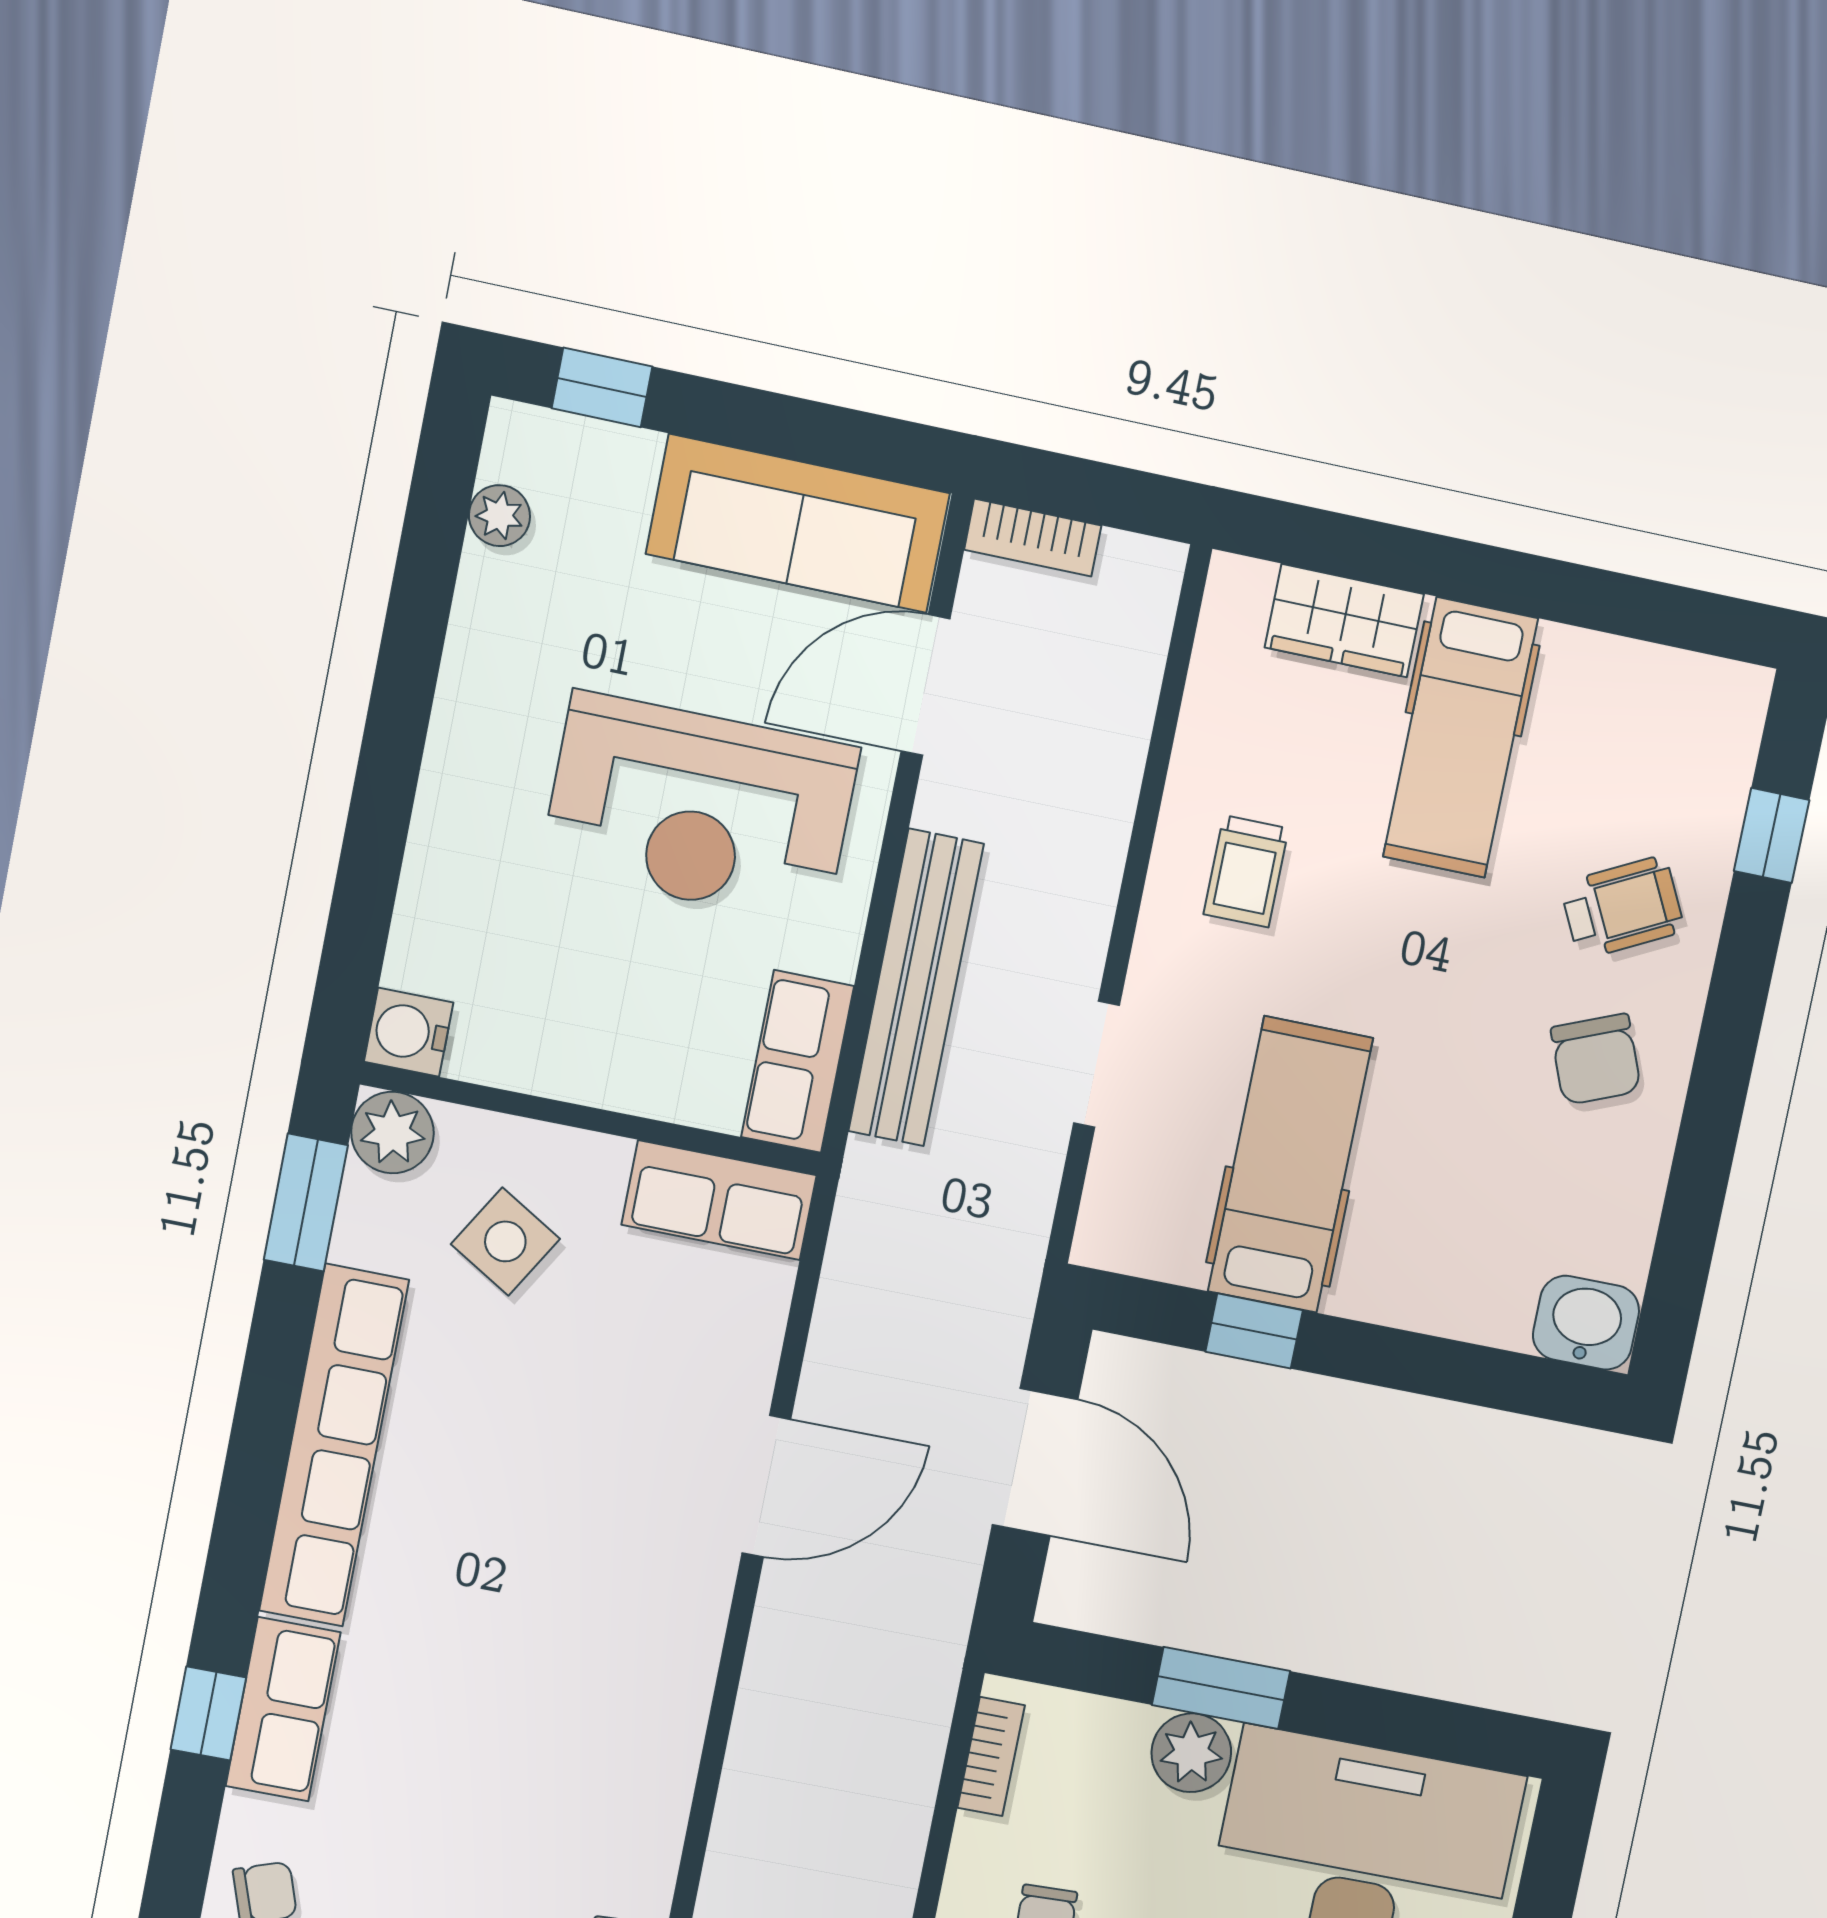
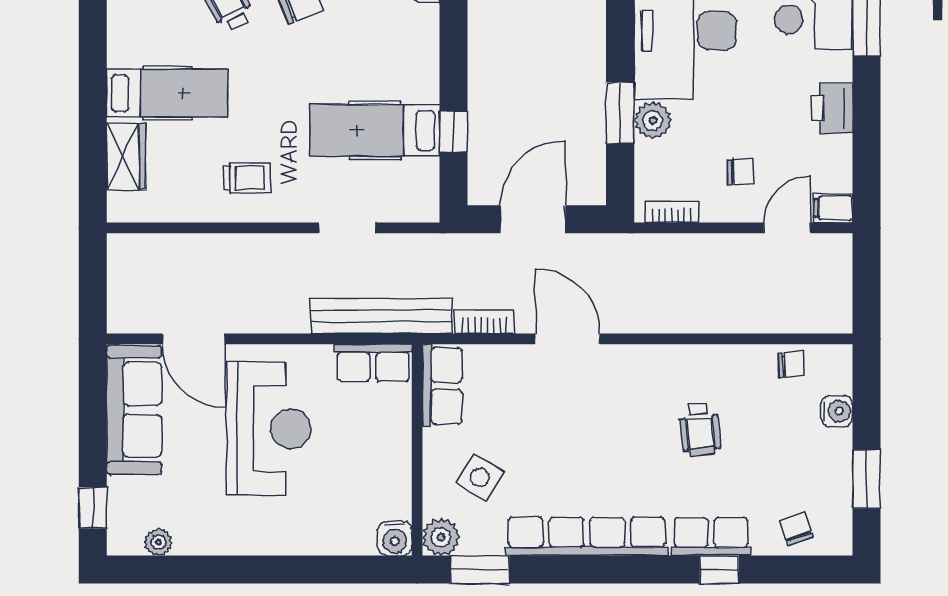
bookcase: (1033, 538) -> (484, 322), moved, turned -90
bench: (916, 988) -> (381, 316), moved
wheelchair: (518, 1729) -> (700, 429), added

